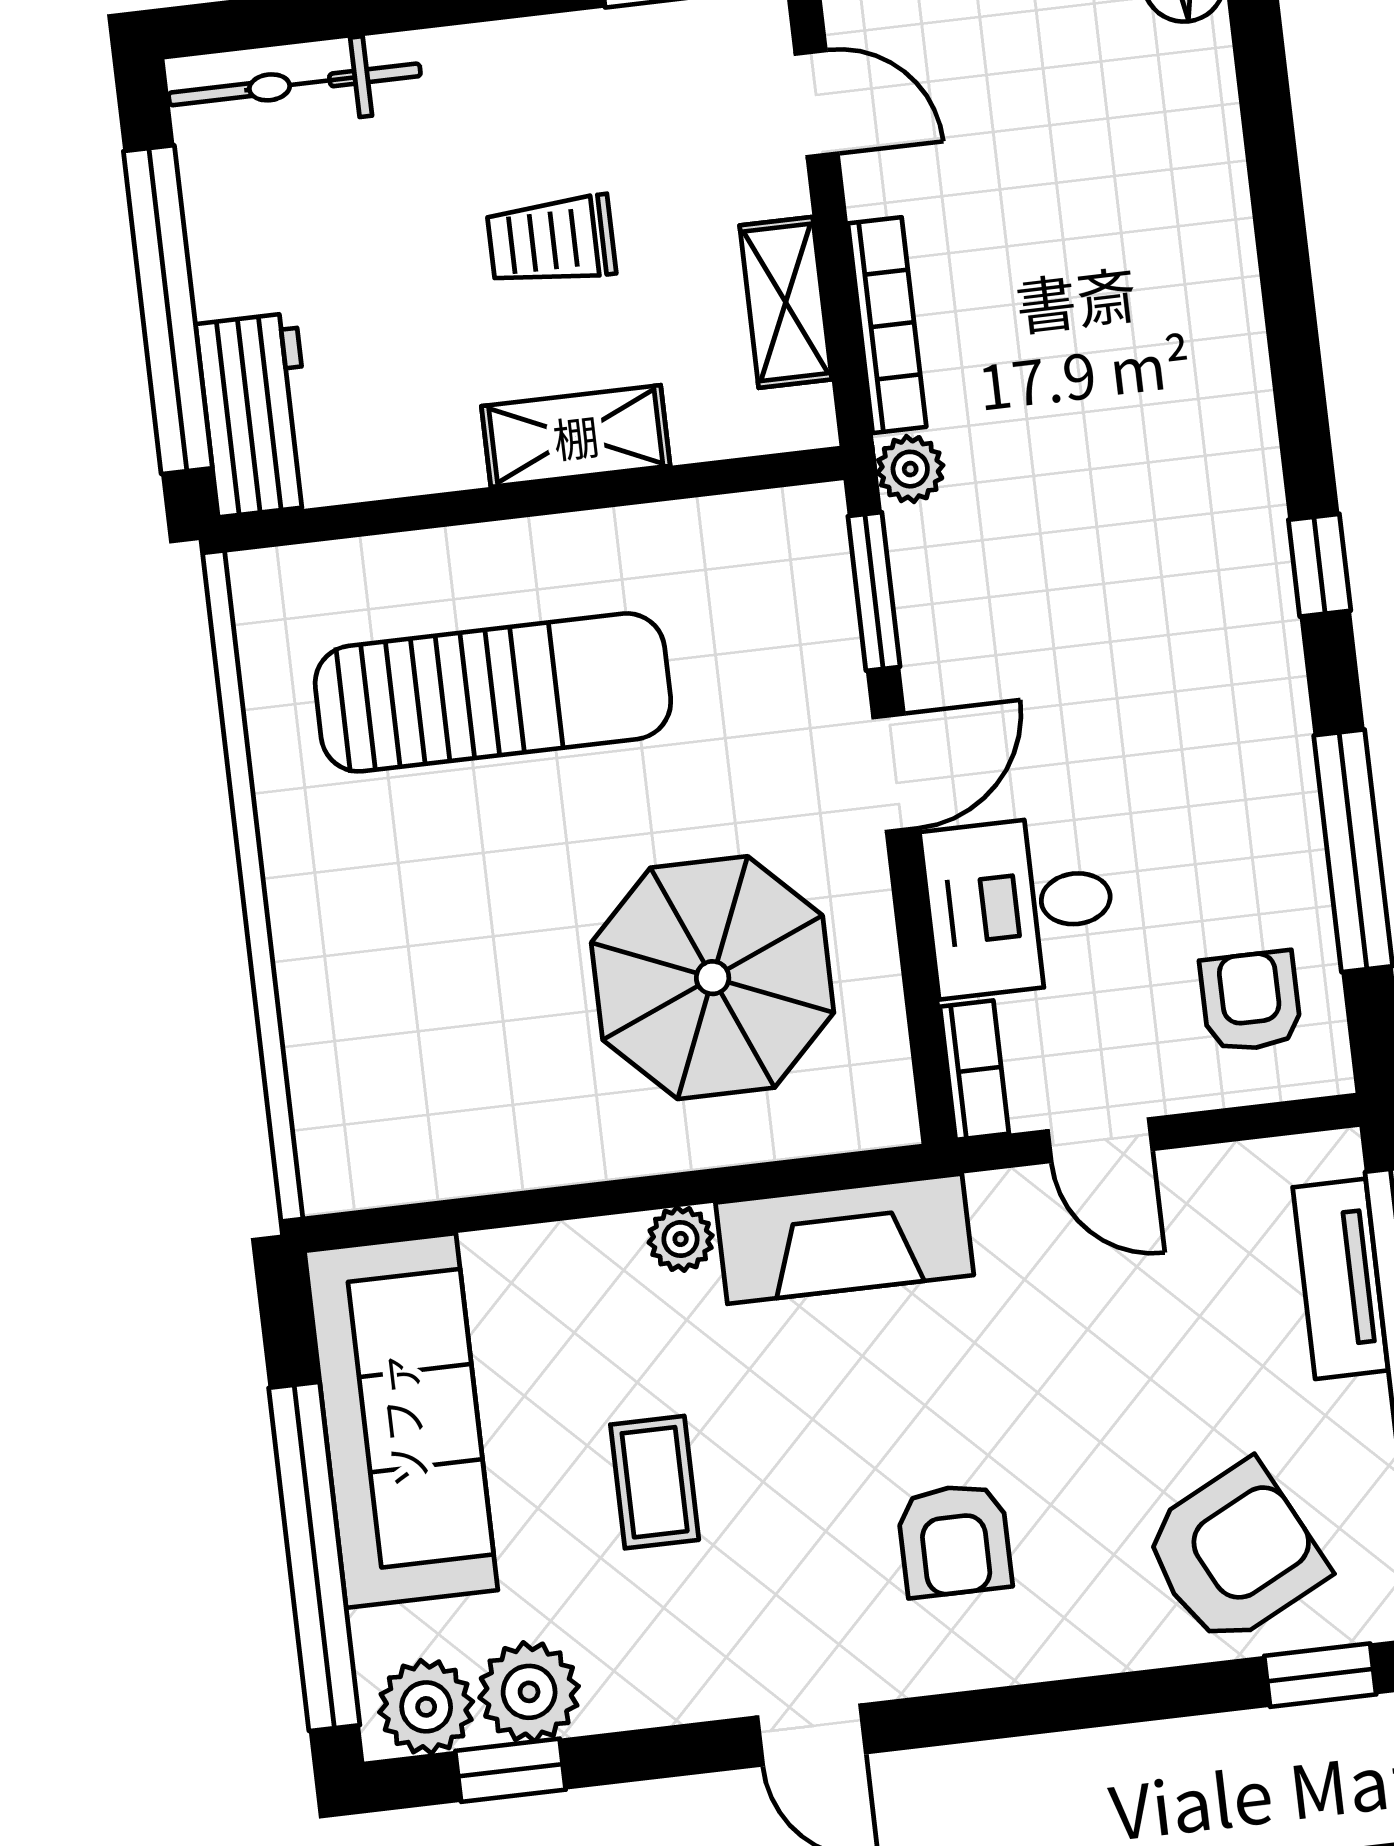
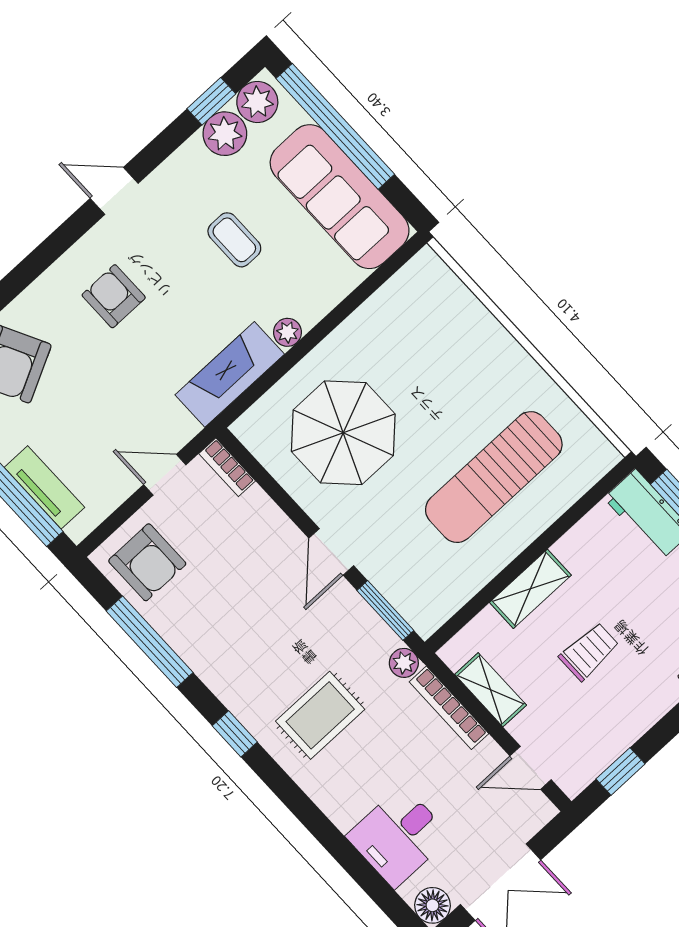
rug: (1136, 485) -> (320, 715), added
desk: (1020, 905) -> (399, 836), moved, turned 180
armchair: (1251, 1001) -> (147, 562), width x1.38, depth x1.38

